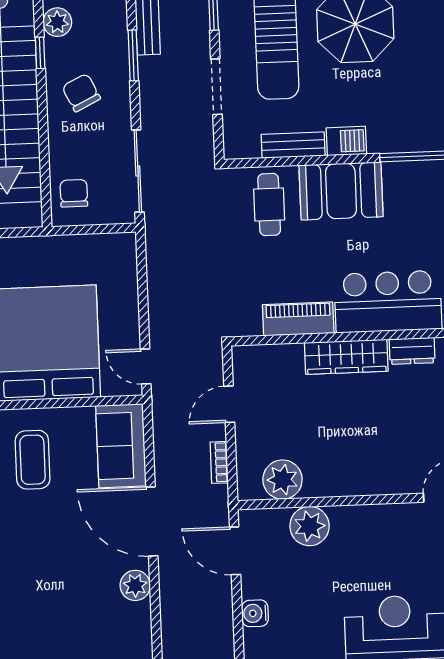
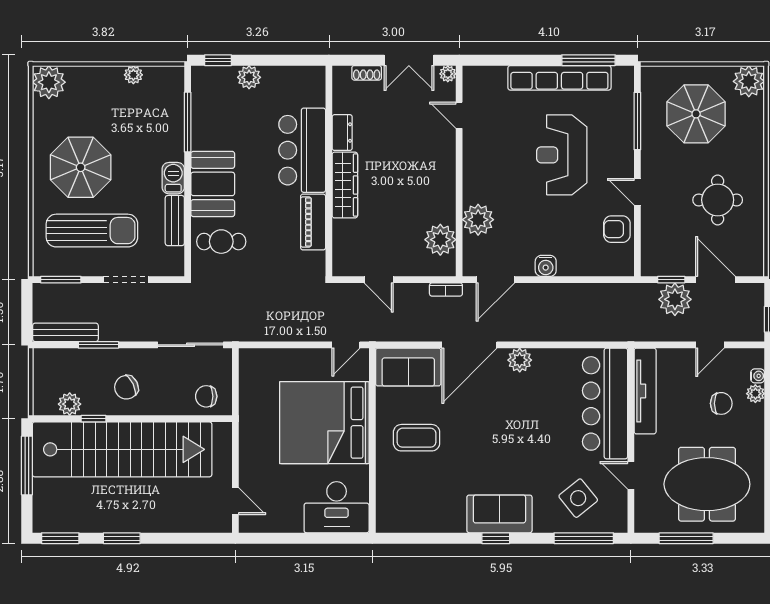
bookcase: (219, 462) -> (446, 289), moved

